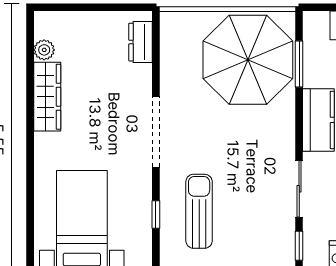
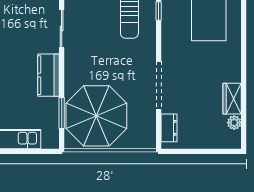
wardrobe: (47, 97) -> (232, 99), width x0.67
doorway: (156, 132) -> (159, 85), moved

